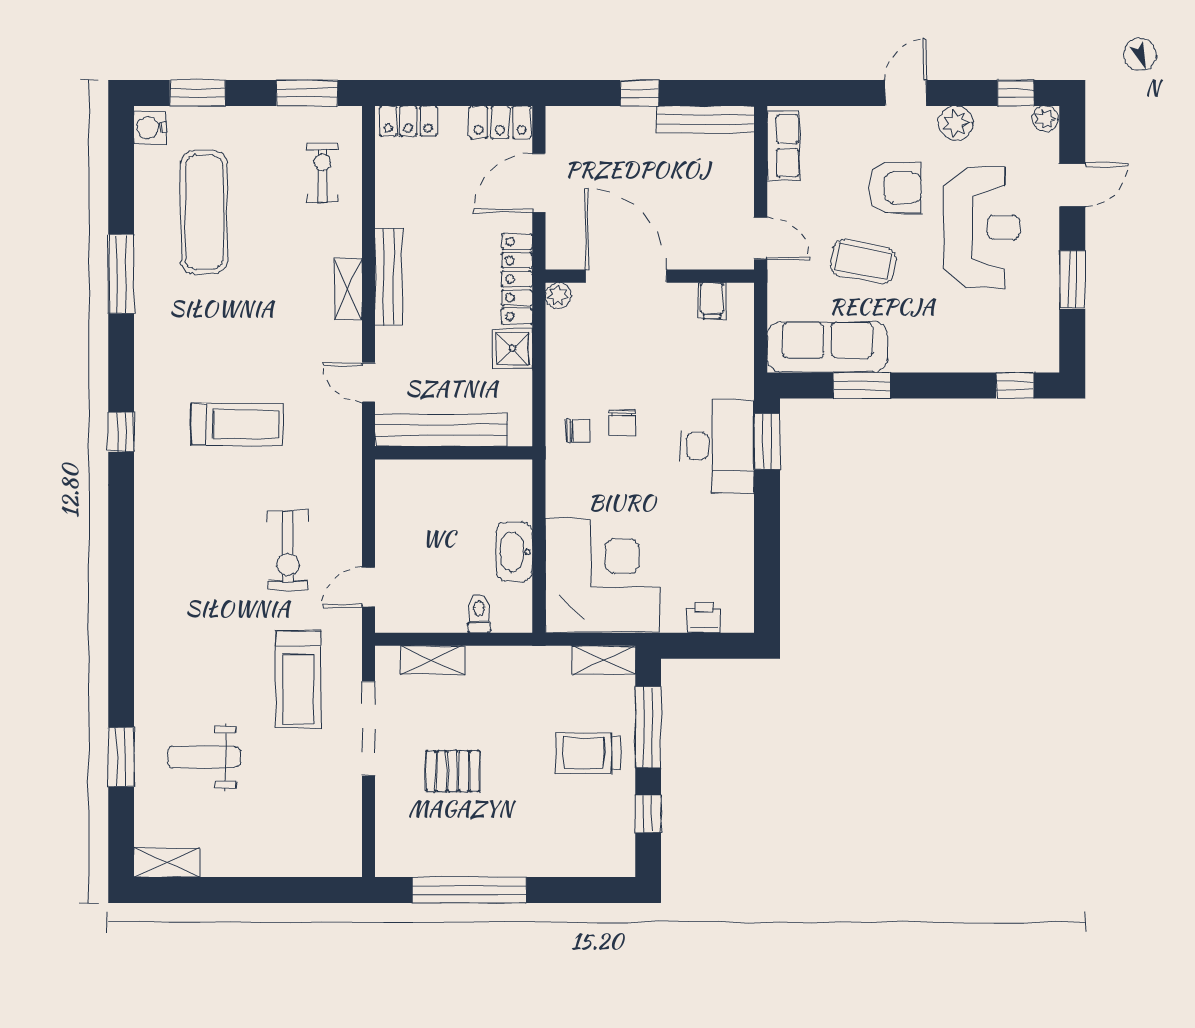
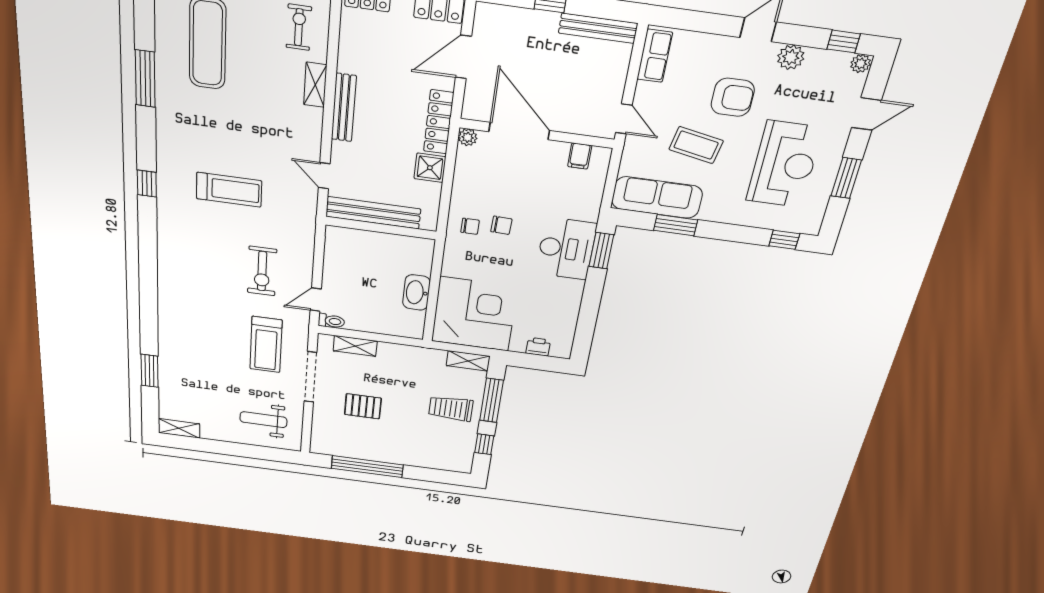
reception desk: (982, 227) -> (784, 164), moved
shelving: (348, 289) -> (315, 85), moved
chair: (622, 422) -> (501, 225), turned -88
toilet: (479, 614) -> (331, 321), moved, turned 90
weight bench: (204, 757) -> (263, 420), moved

